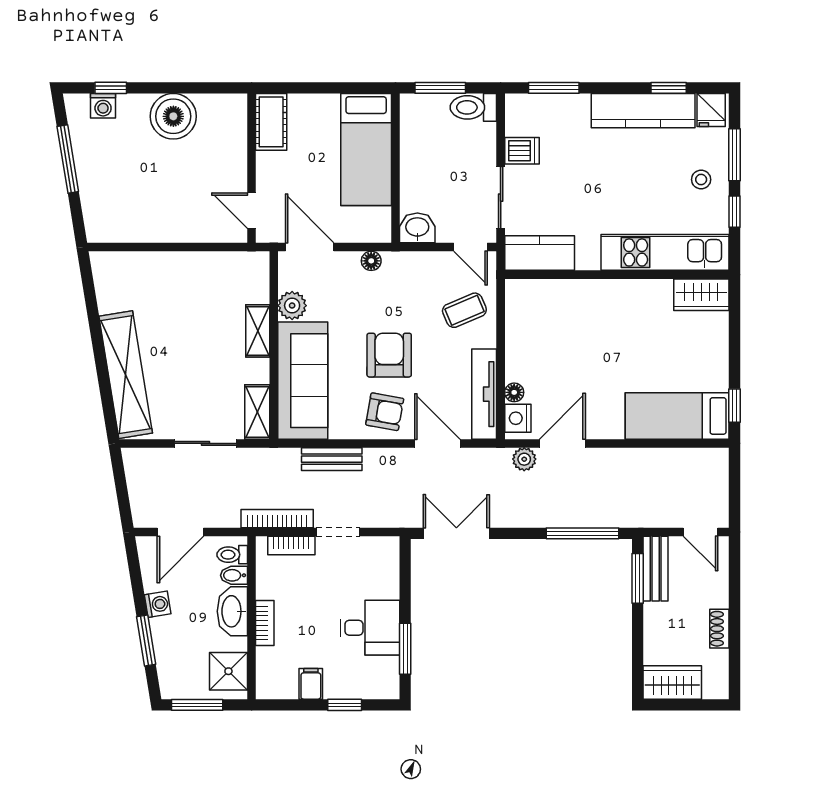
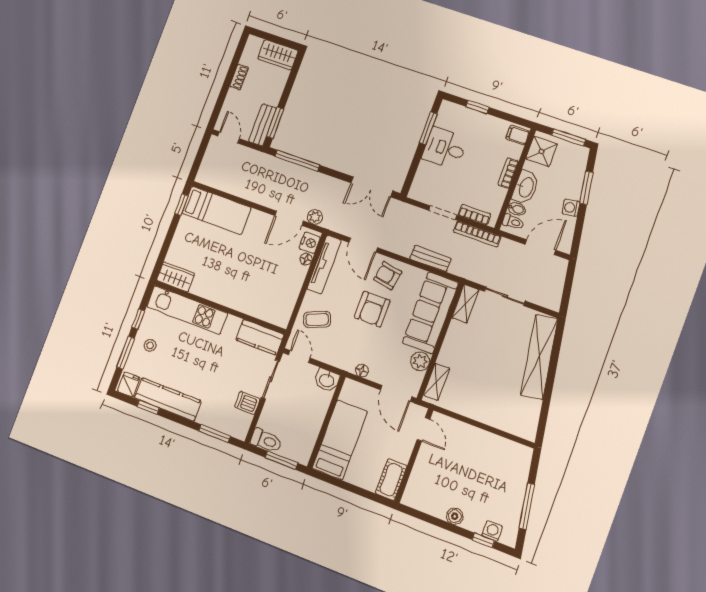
boiler: (173, 116) -> (455, 516), width x0.54, depth x0.54
shelving: (258, 331) -> (437, 382), moved
filing cabinet: (311, 684) -> (518, 135), moved, turned 90

